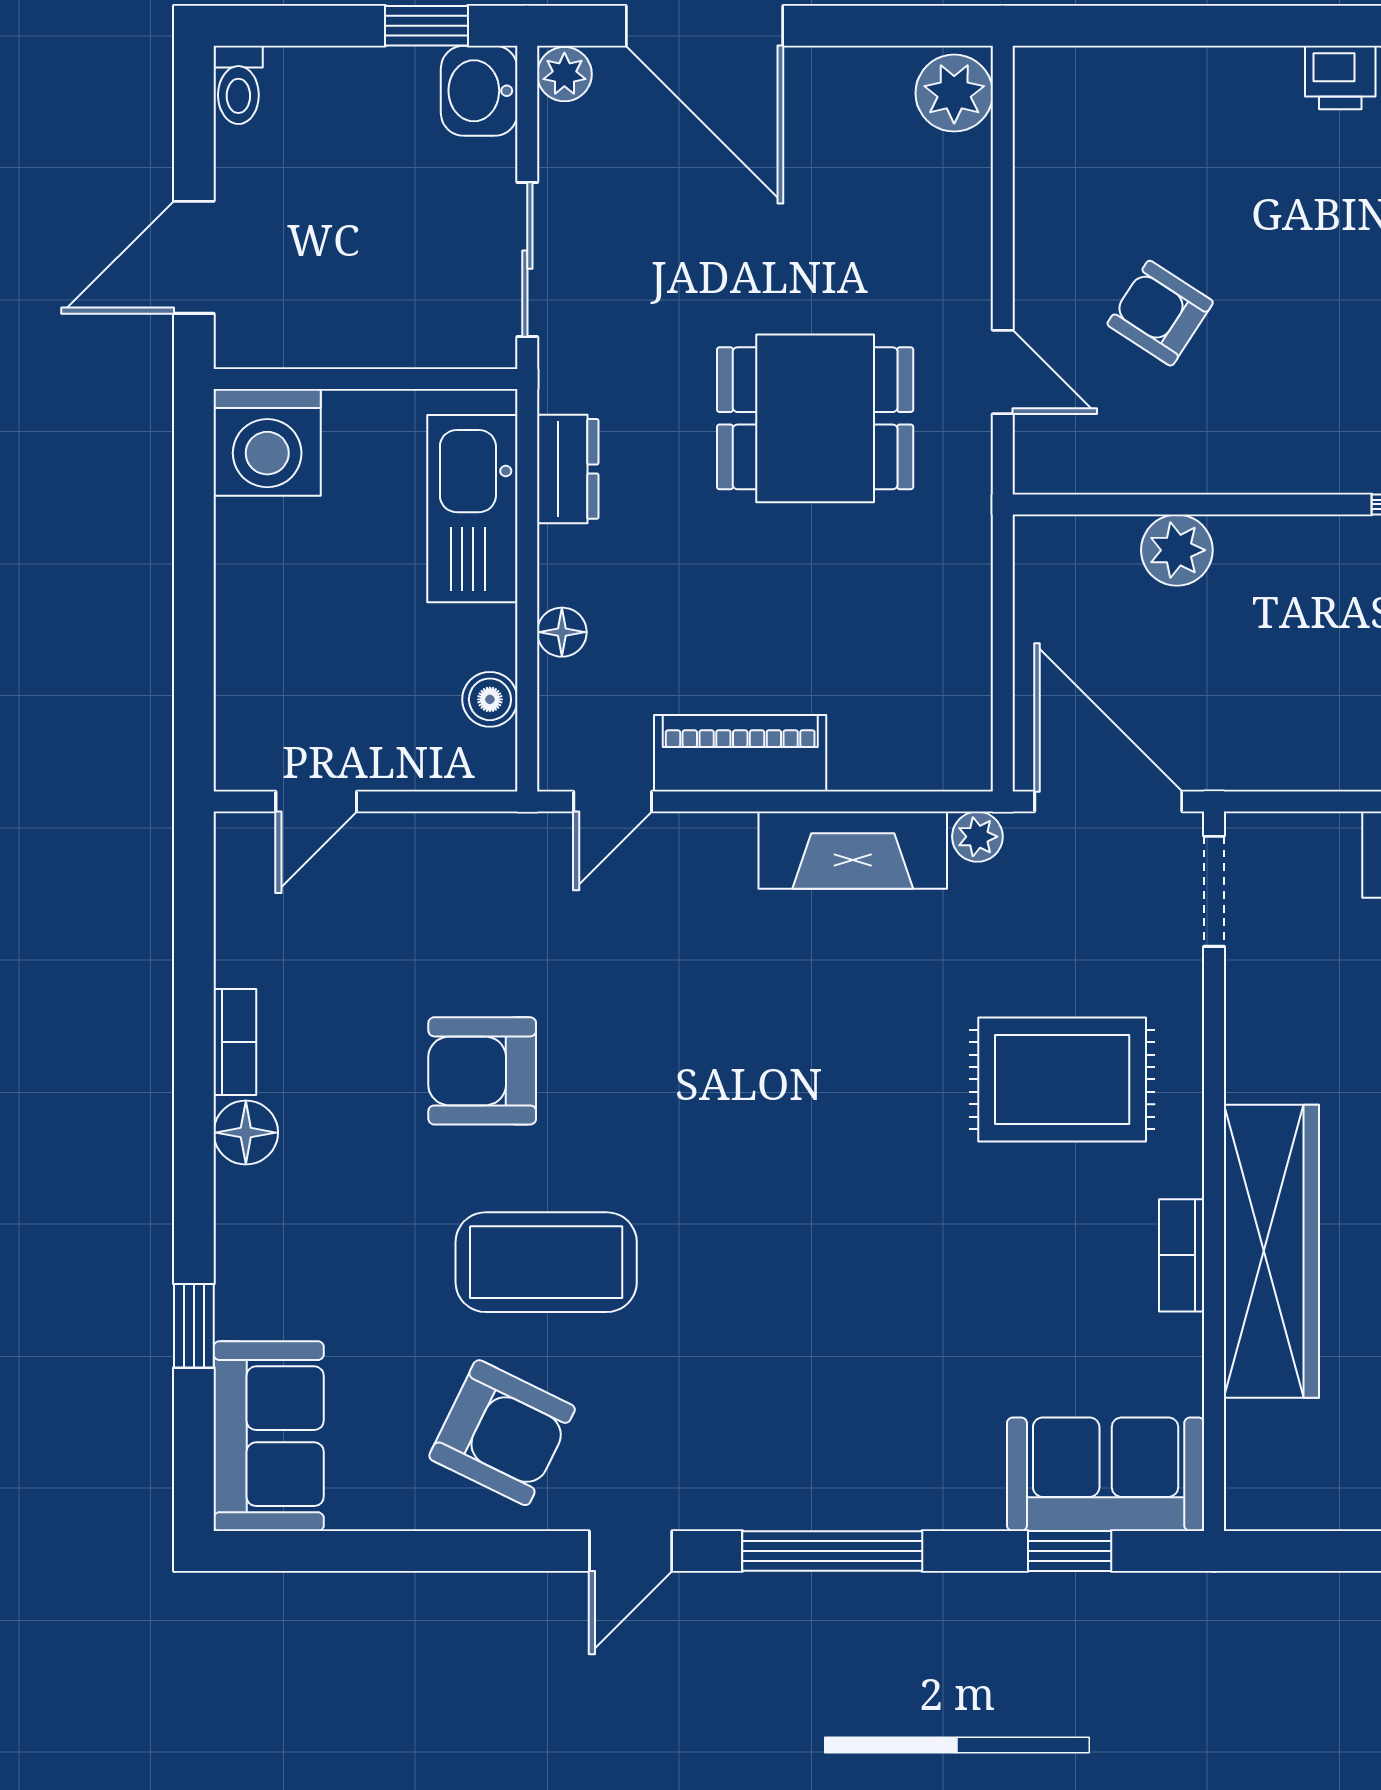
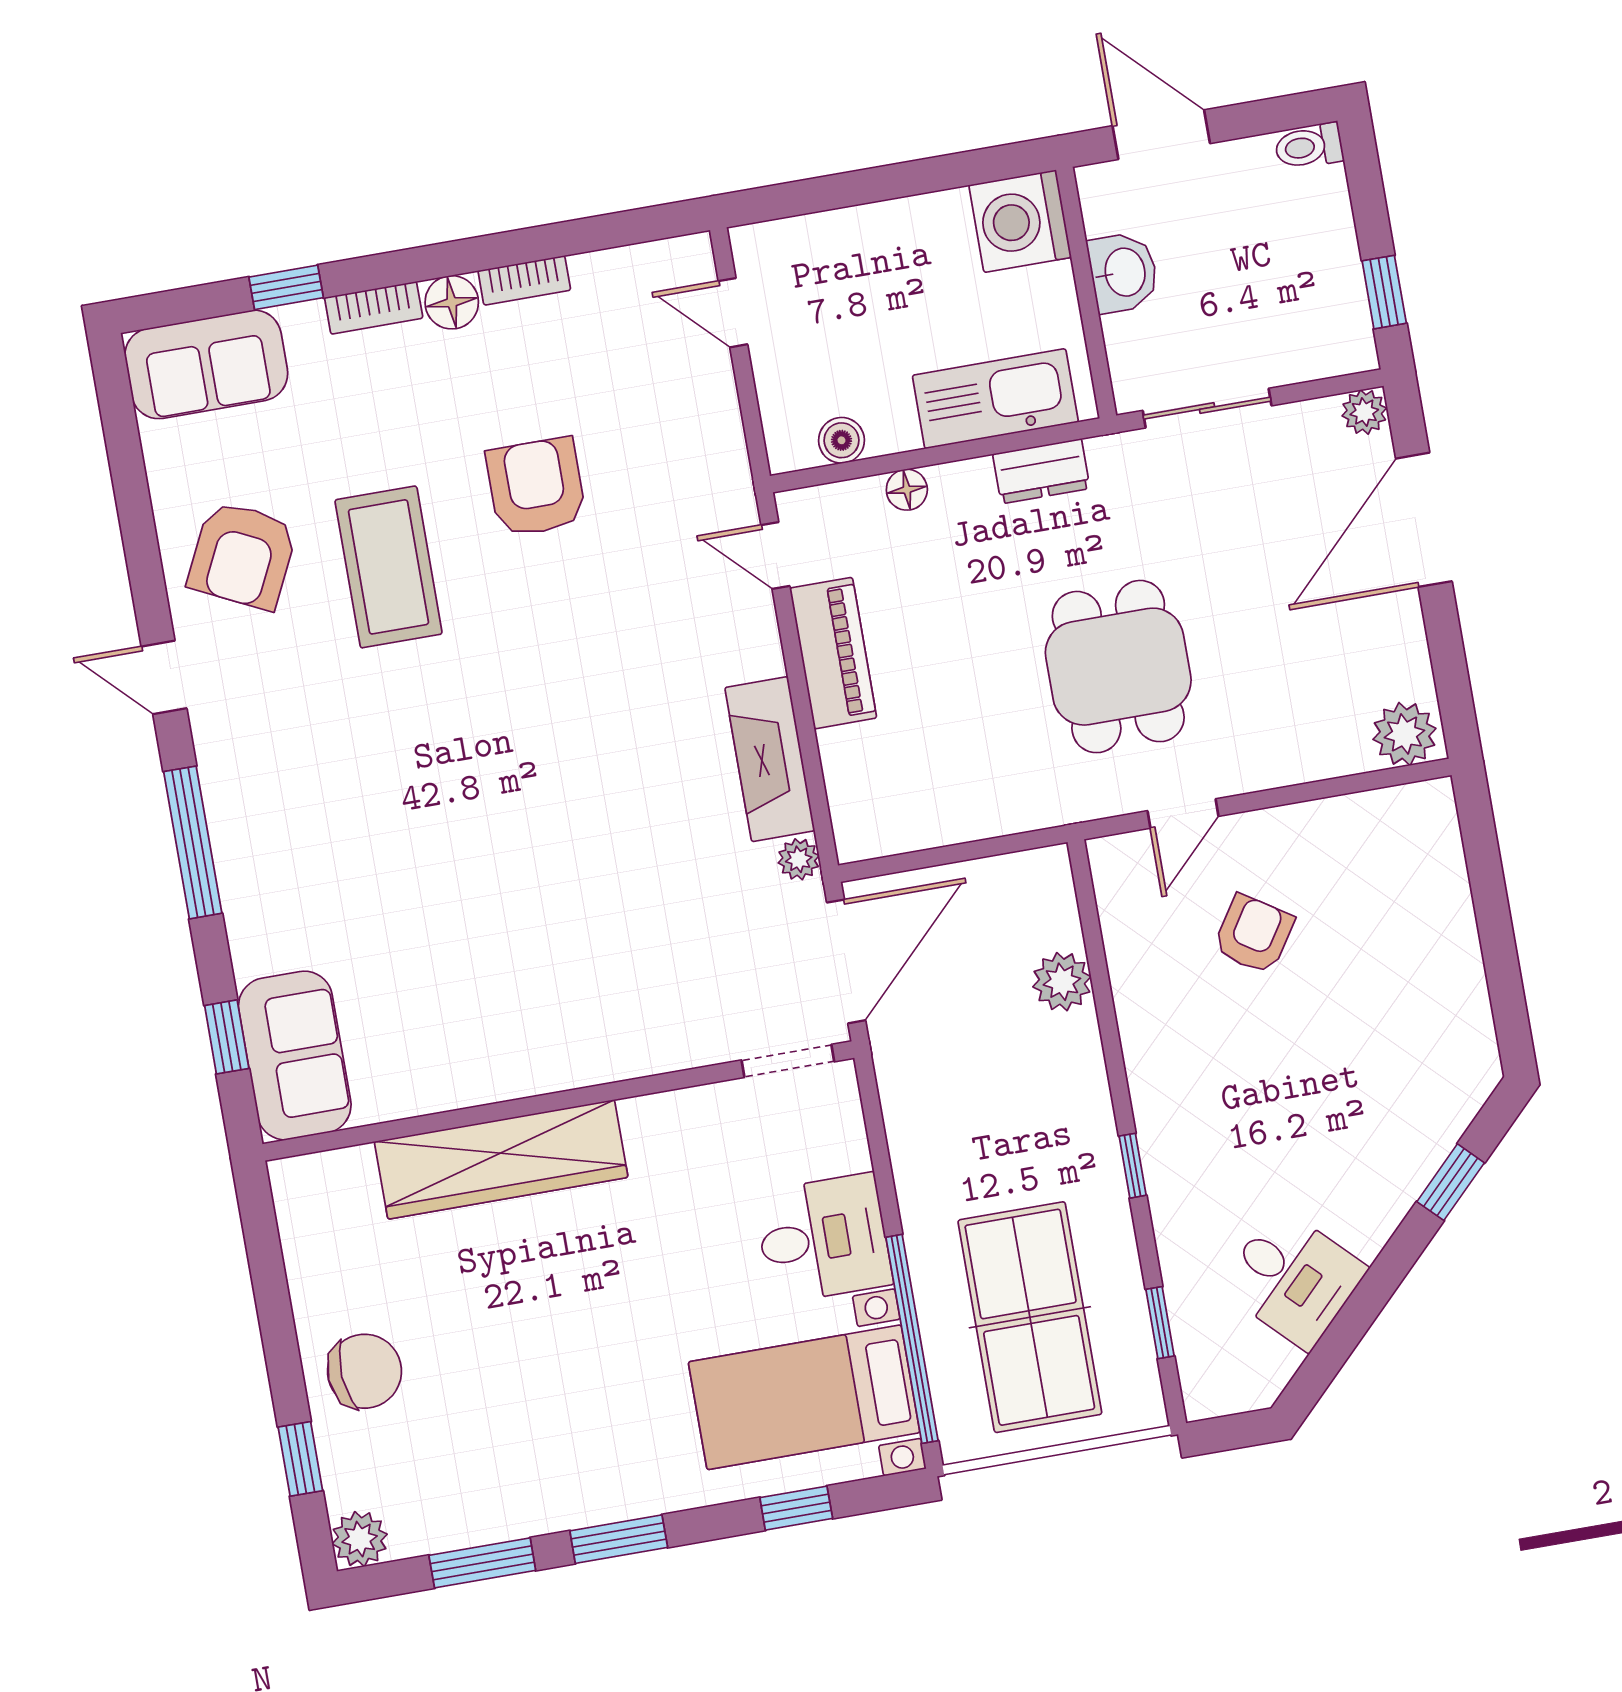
printer: (1340, 78) -> (1472, 1048), removed
washbasin: (479, 91) -> (1123, 272), moved, turned 90
rug: (1062, 1079) -> (612, 963), removed
bookcase: (1182, 1255) -> (374, 308), moved, turned 180

